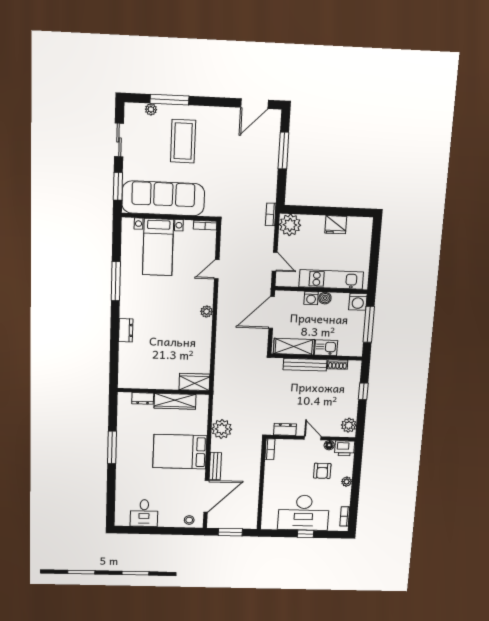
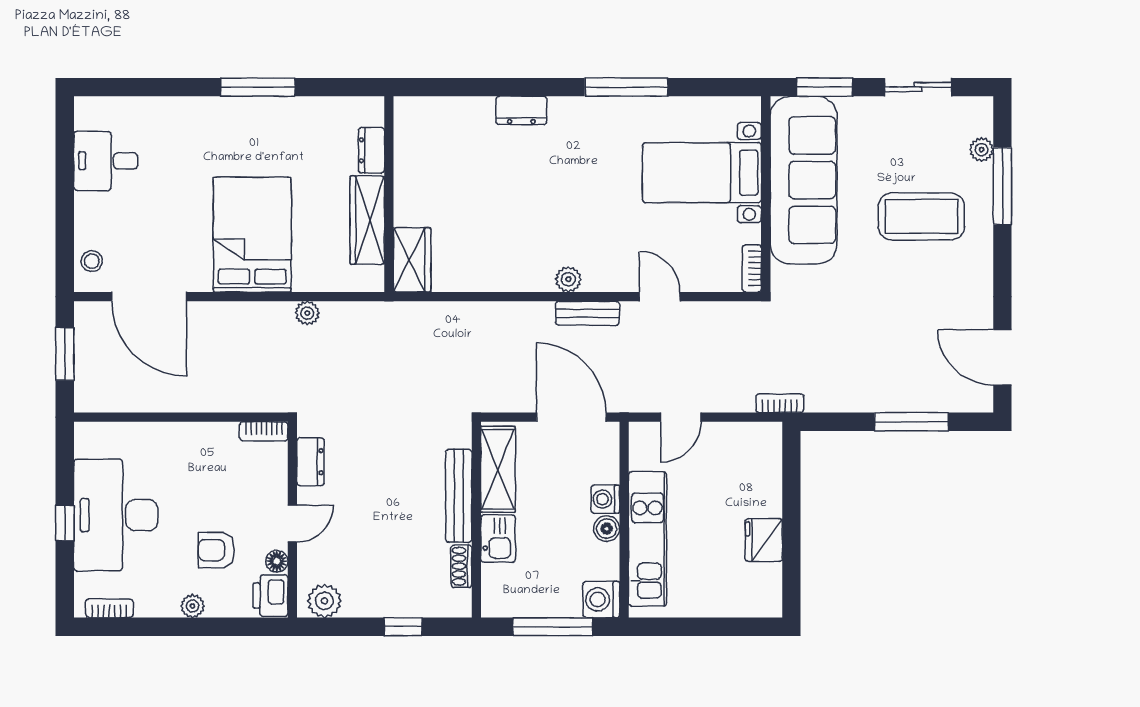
plant: (290, 225) -> (759, 445), removed
plant: (222, 429) -> (307, 313), width x0.53, depth x0.53
bench: (215, 466) -> (587, 313), moved

